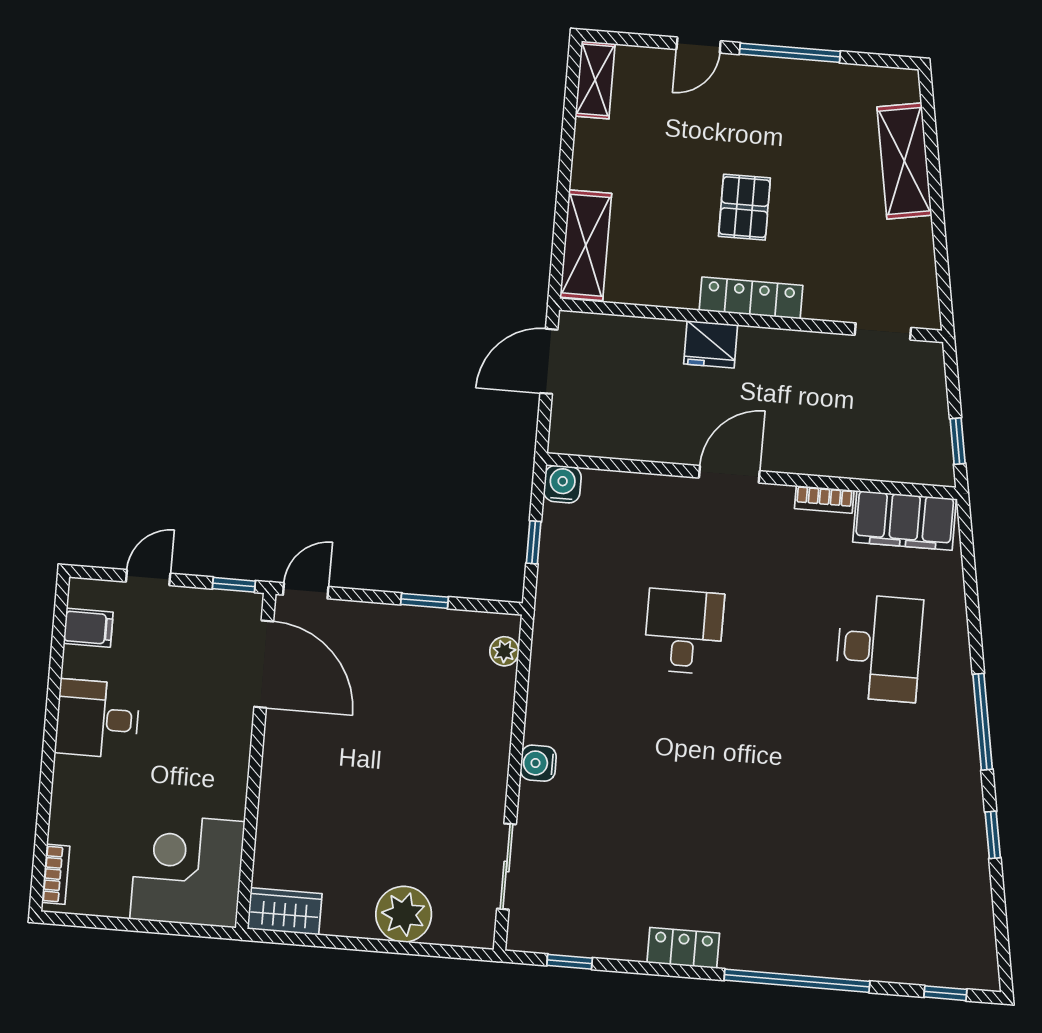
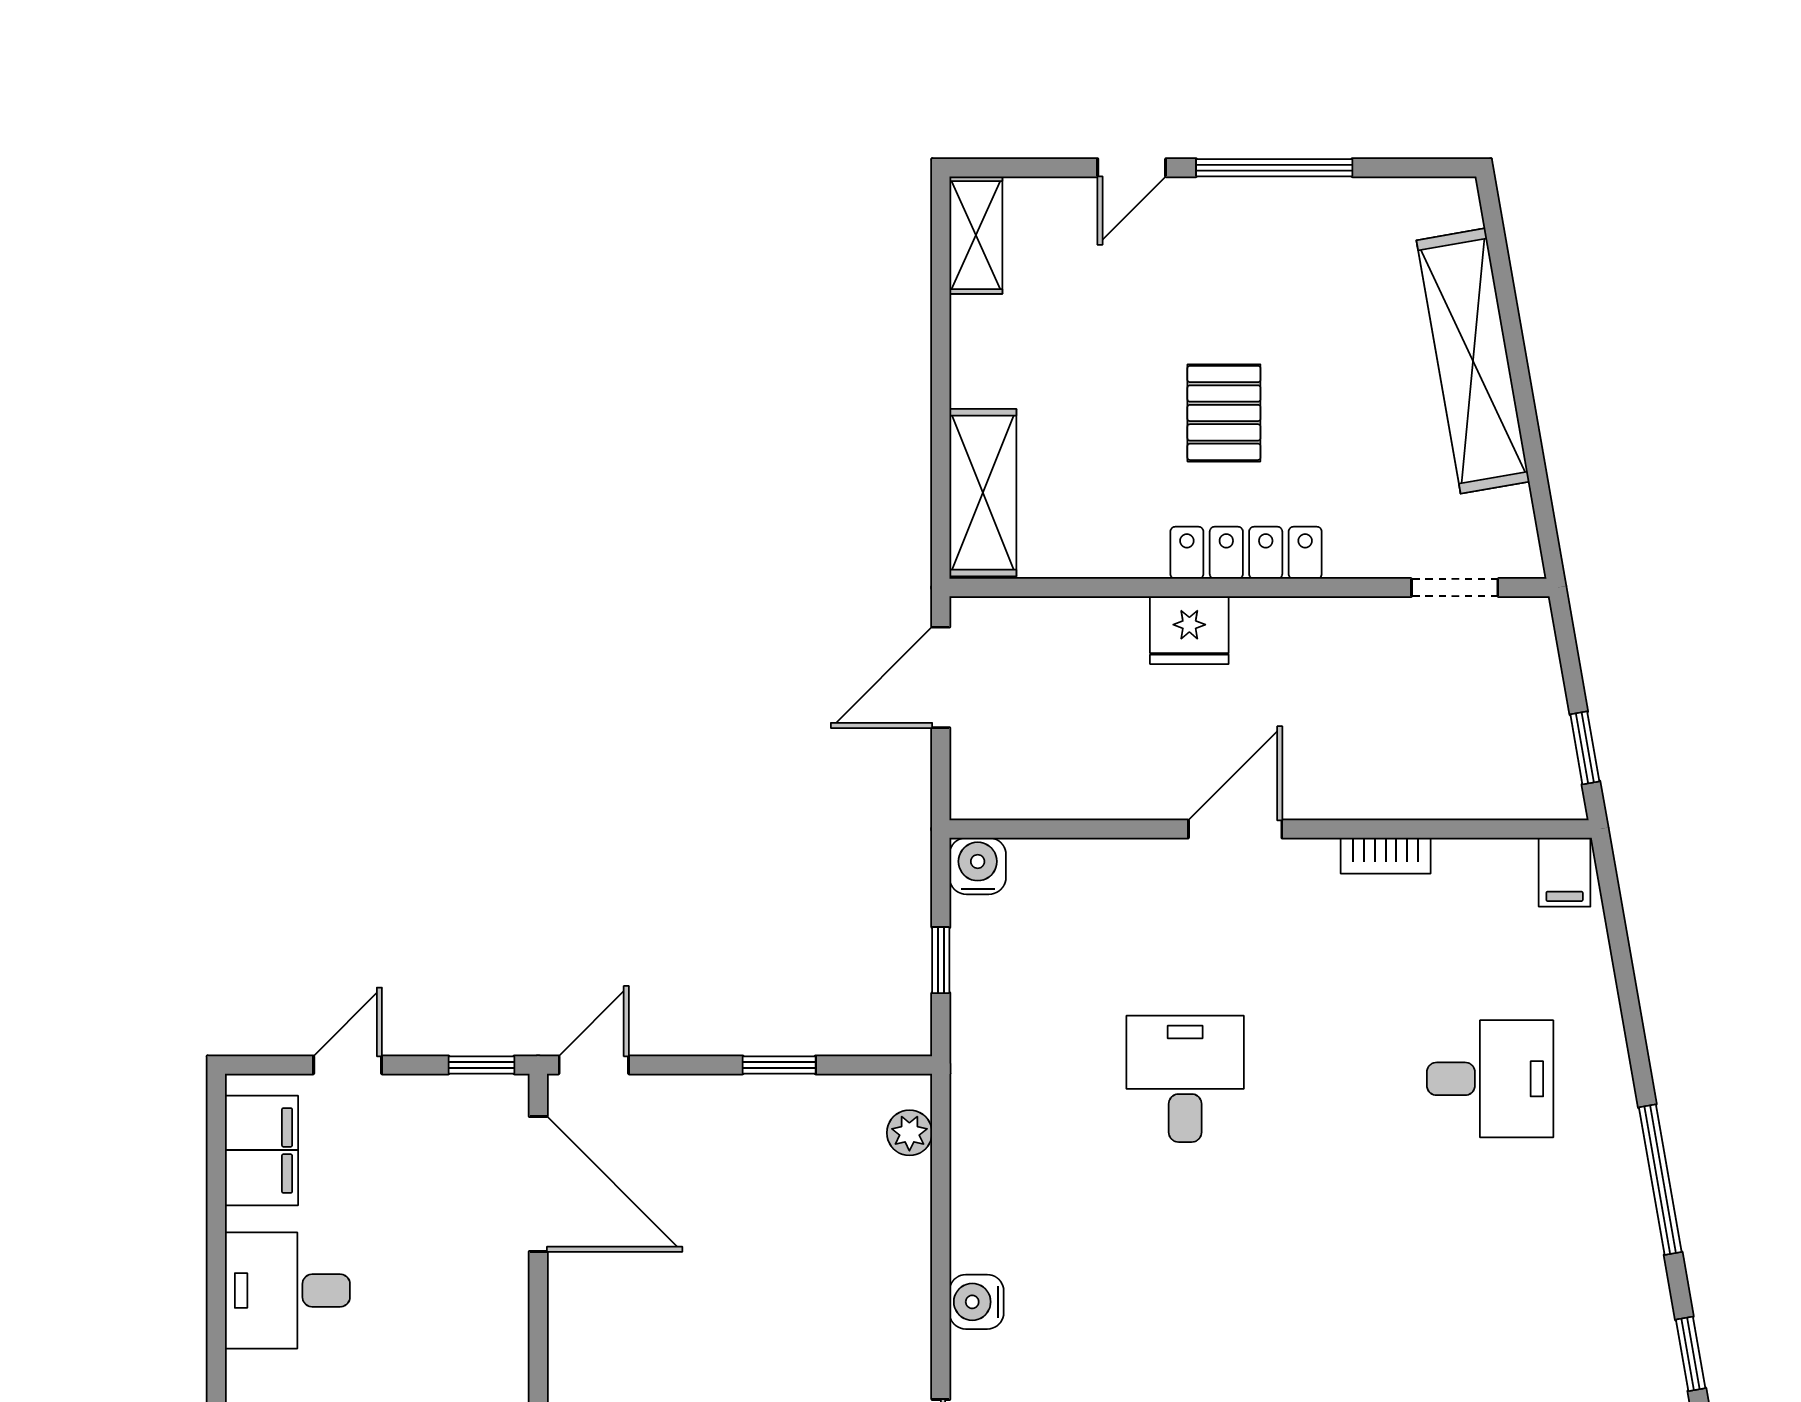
shelving: (904, 161) -> (1473, 361), width x1.47
filing cabinet: (904, 521) -> (1565, 872), width x0.33, depth x0.86
filing cabinet: (88, 628) -> (261, 1150), width x2.00
desk: (879, 648) -> (1490, 1079), width x0.73

